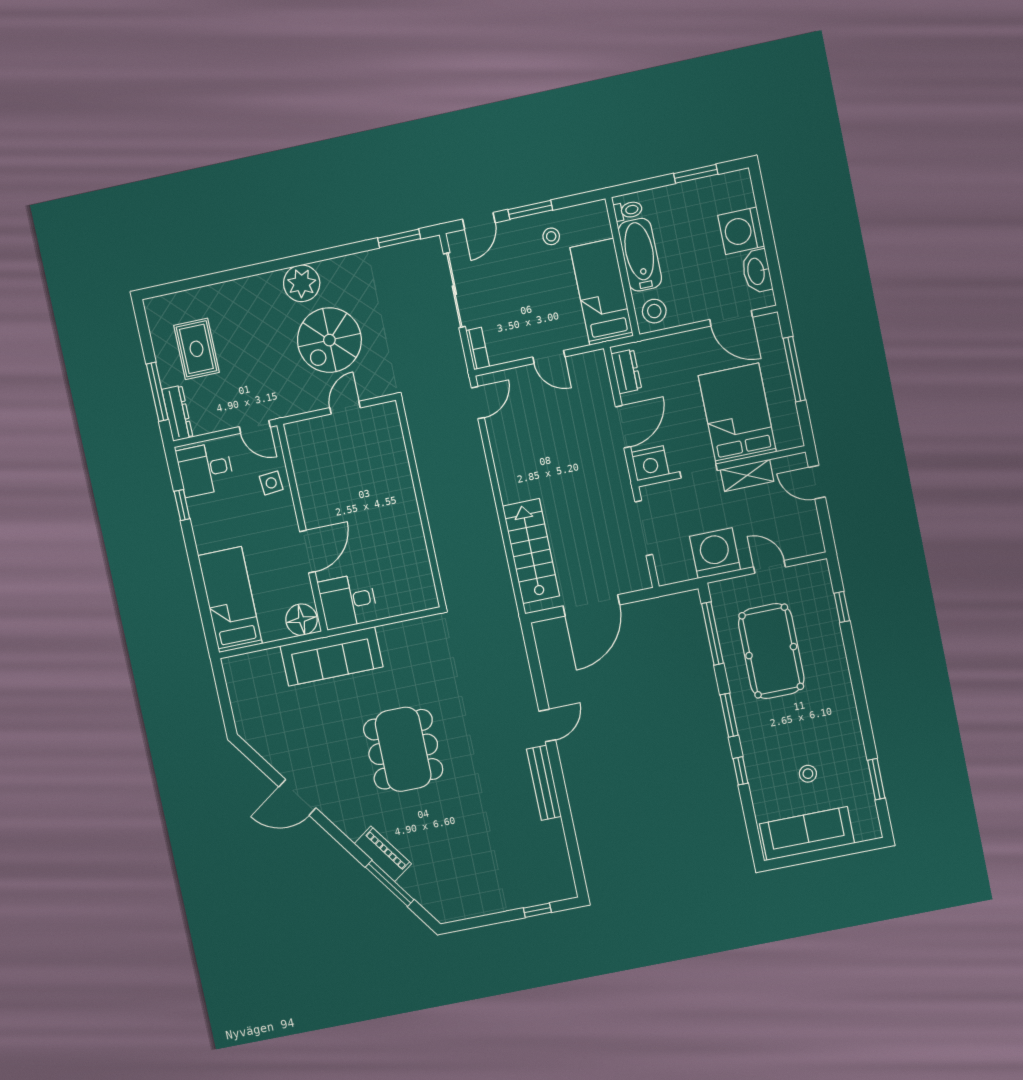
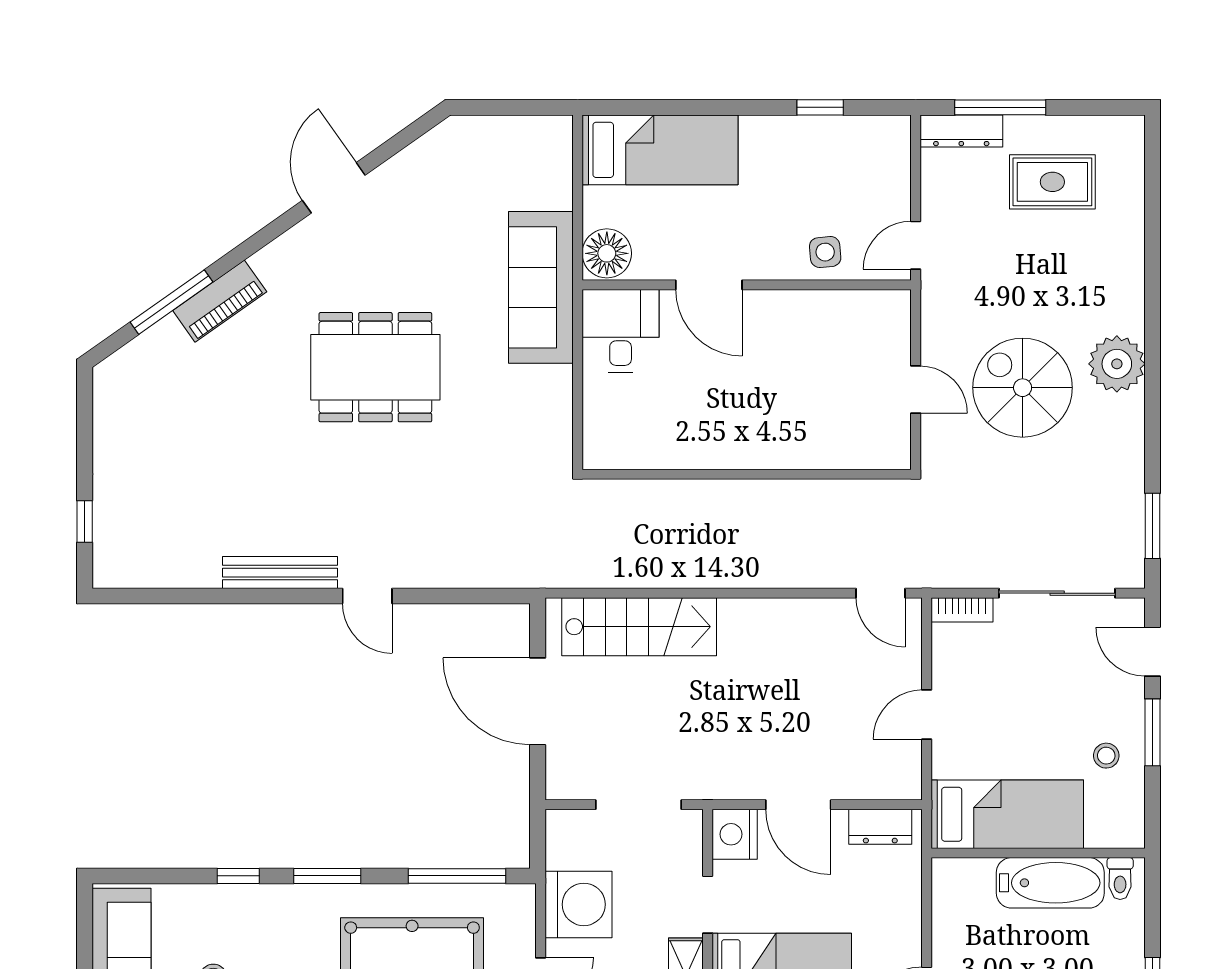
stool: (654, 311) -> (962, 887), removed
desk: (205, 469) -> (867, 155), removed

